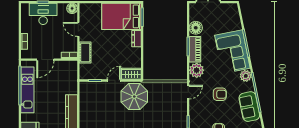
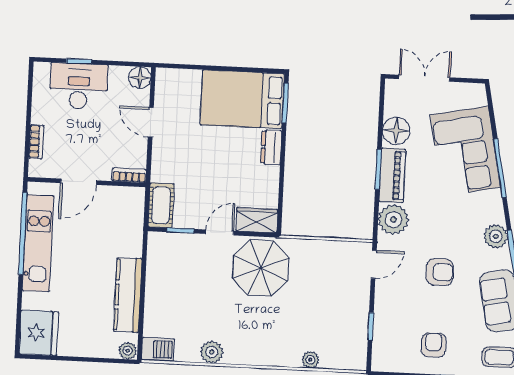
cot: (85, 52) -> (161, 205), moved
corner sofa: (232, 52) -> (465, 151), moved

